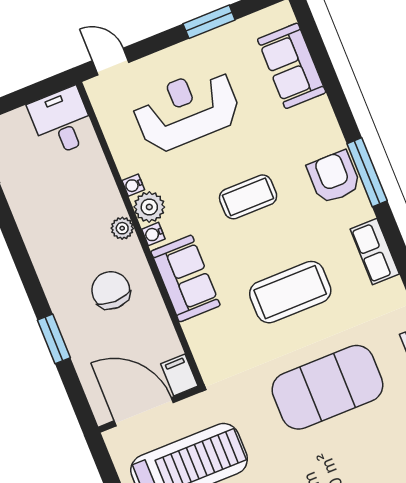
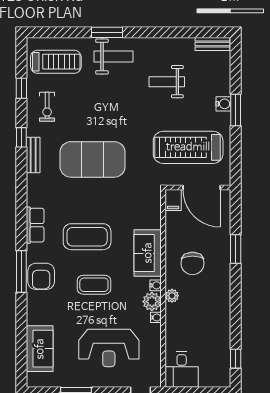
coffee table: (290, 292) -> (87, 237), moved

